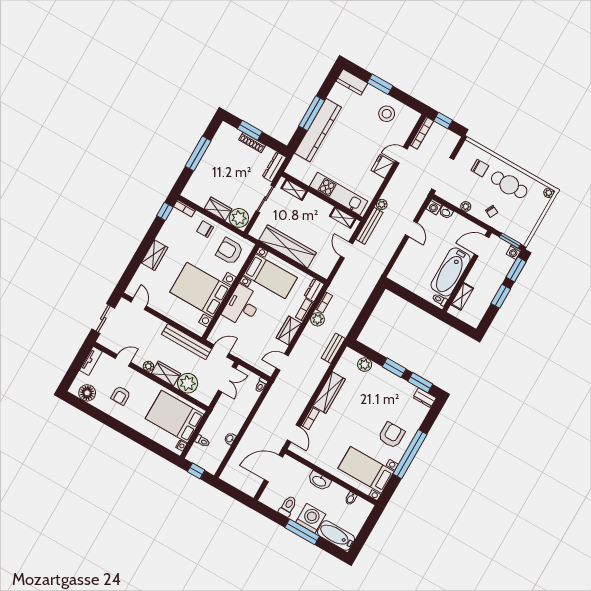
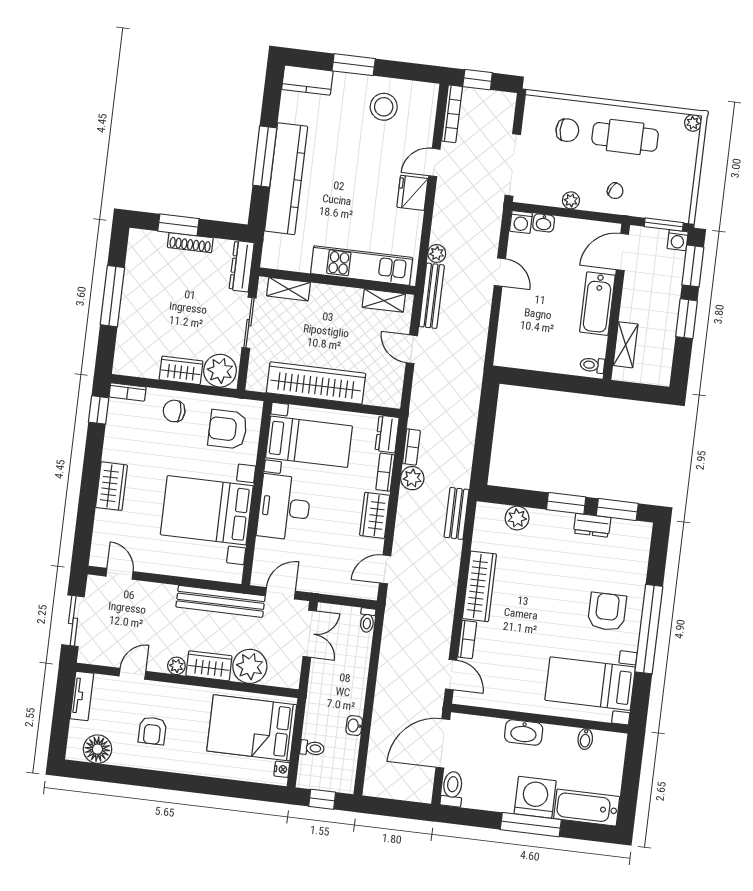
bathtub: (451, 272) -> (597, 304), width x0.73, depth x0.73
dresser: (425, 398) -> (592, 525), moved
toilet: (288, 506) -> (452, 789), moved

